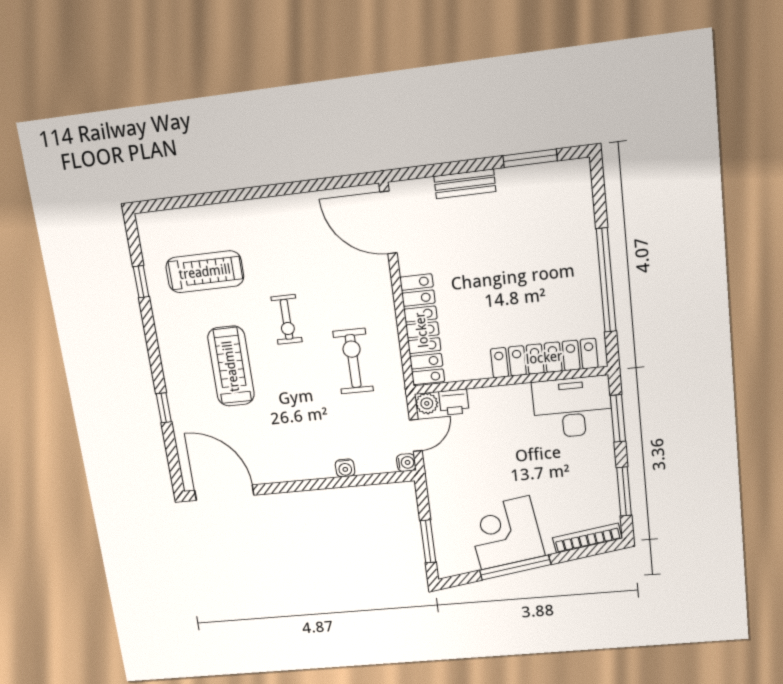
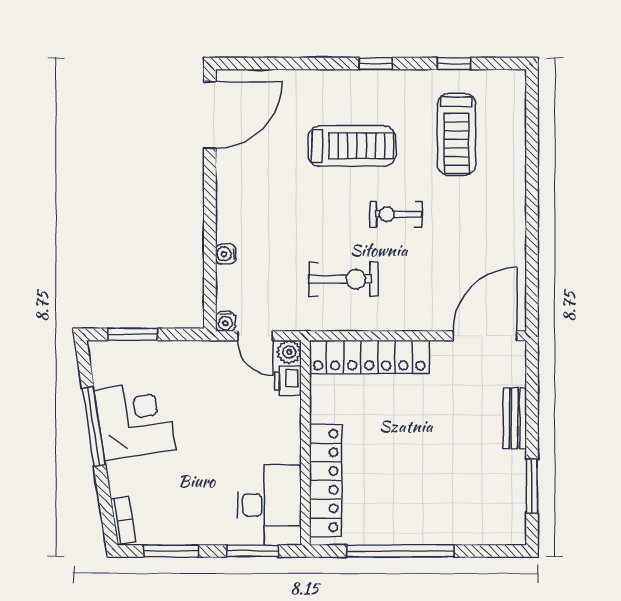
window: (164, 408) -> (376, 64), moved
bookcase: (587, 538) -> (123, 520), width x0.64

